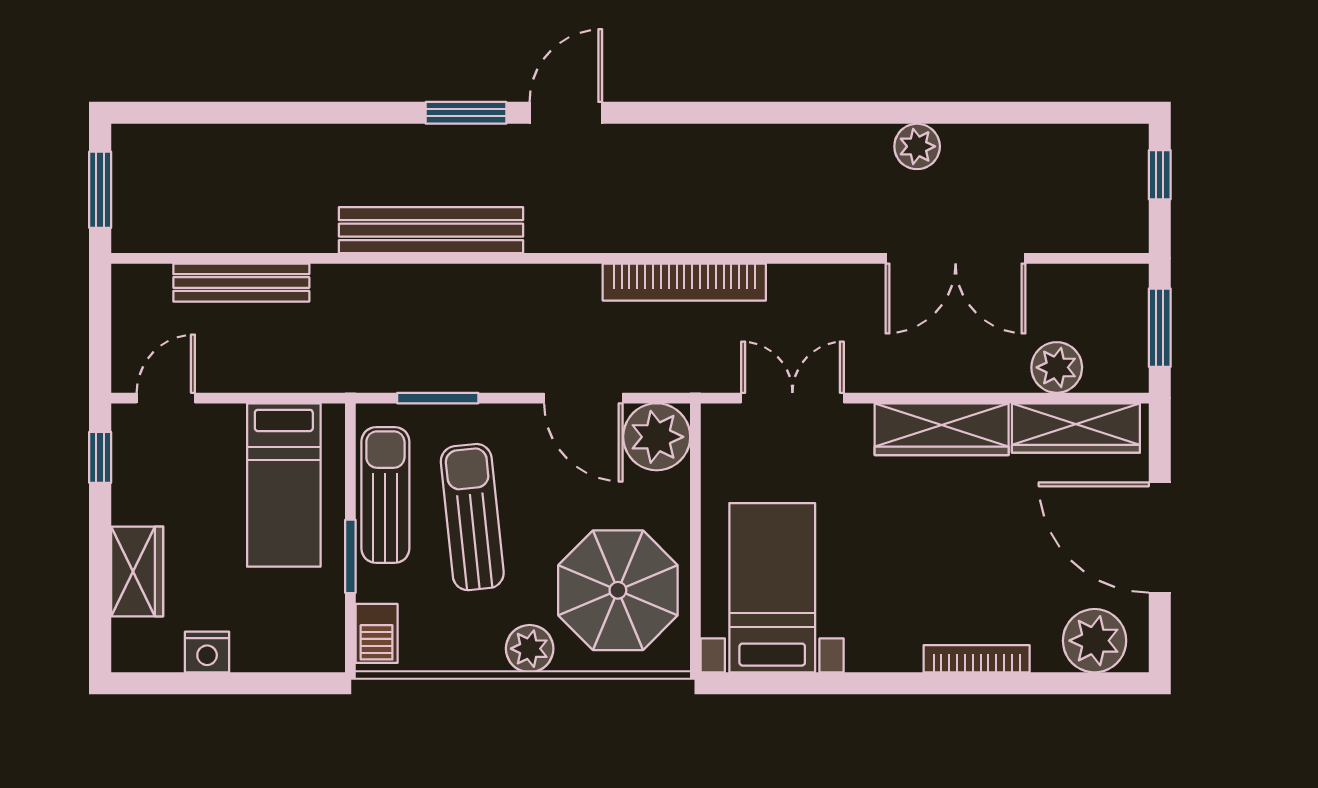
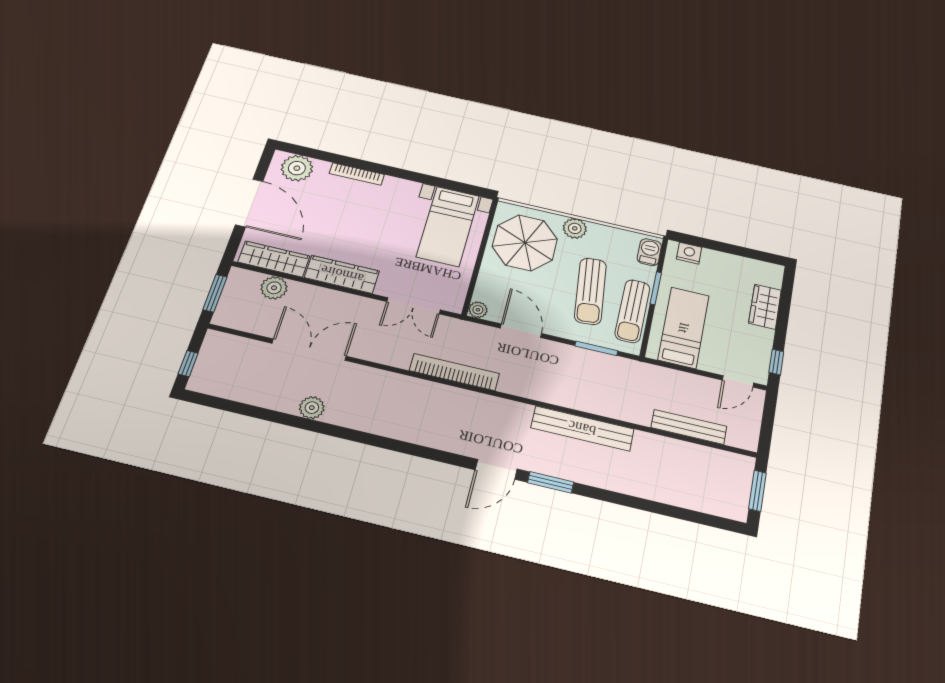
plant: (657, 437) -> (478, 310), width x0.53, depth x0.53
nightstand: (207, 652) -> (689, 253), moved

